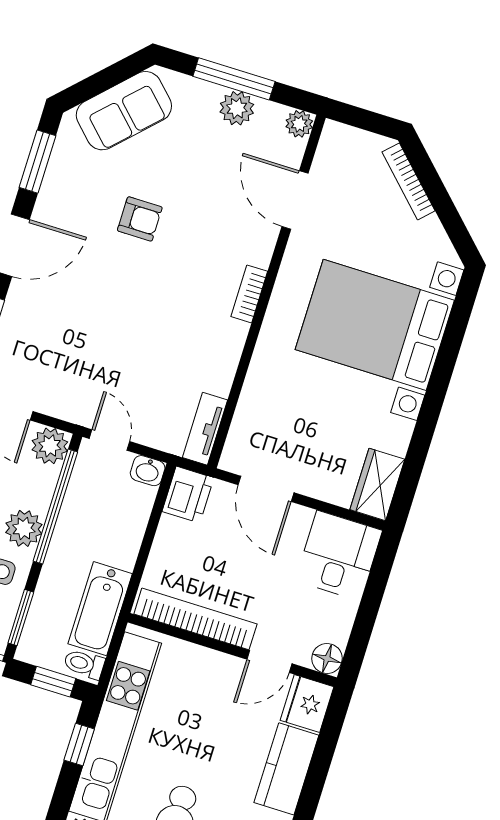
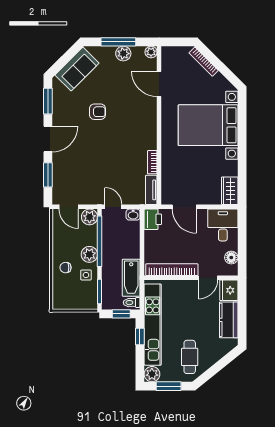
bookcase: (249, 294) -> (152, 162), moved
floor lamp: (327, 658) -> (231, 258), moved

